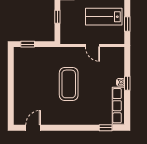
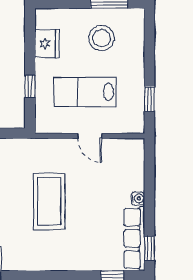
lab bench: (104, 17) -> (85, 92), moved
window: (127, 83) -> (149, 248), moved

